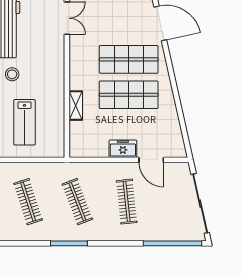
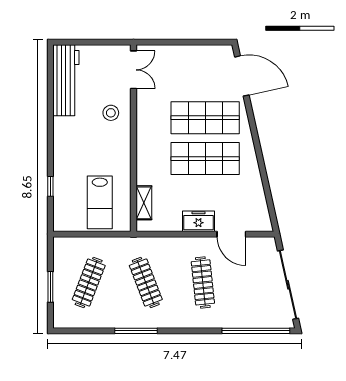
stool: (12, 74) -> (111, 113), moved
shelving: (76, 106) -> (144, 203), moved
lab bench: (24, 122) -> (100, 202), moved
clothes rail: (28, 202) -> (89, 282), turned 39

